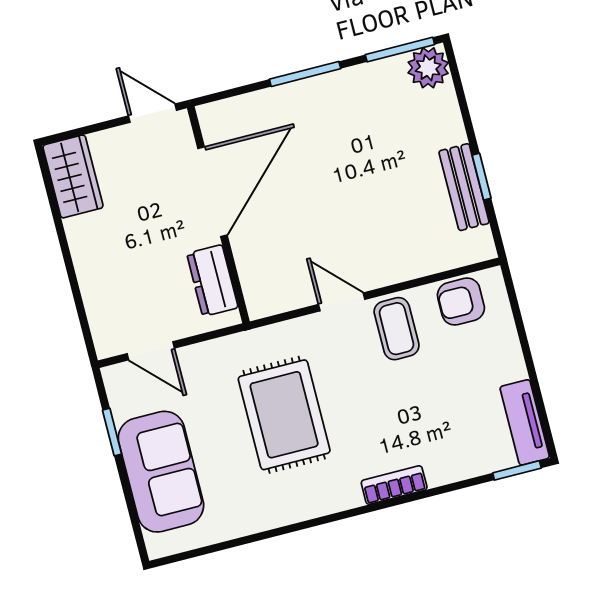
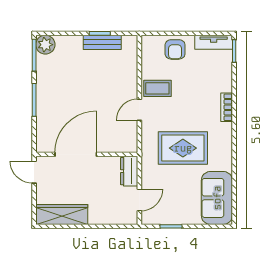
door: (152, 113) -> (34, 172), hinge flipped
wardrobe: (73, 176) -> (62, 215), width x1.50
door: (213, 192) -> (76, 154), hinge flipped
dresser: (212, 281) -> (129, 171), moved, turned 90
armchair: (461, 302) -> (175, 49), moved
sofa: (161, 472) -> (217, 198), moved, turned -90

